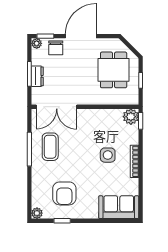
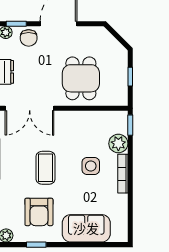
dining table: (114, 70) -> (81, 78), moved
plant: (131, 117) -> (118, 144), moved
coffee table: (50, 147) -> (46, 168), moved
sofa: (119, 207) -> (86, 228), moved

